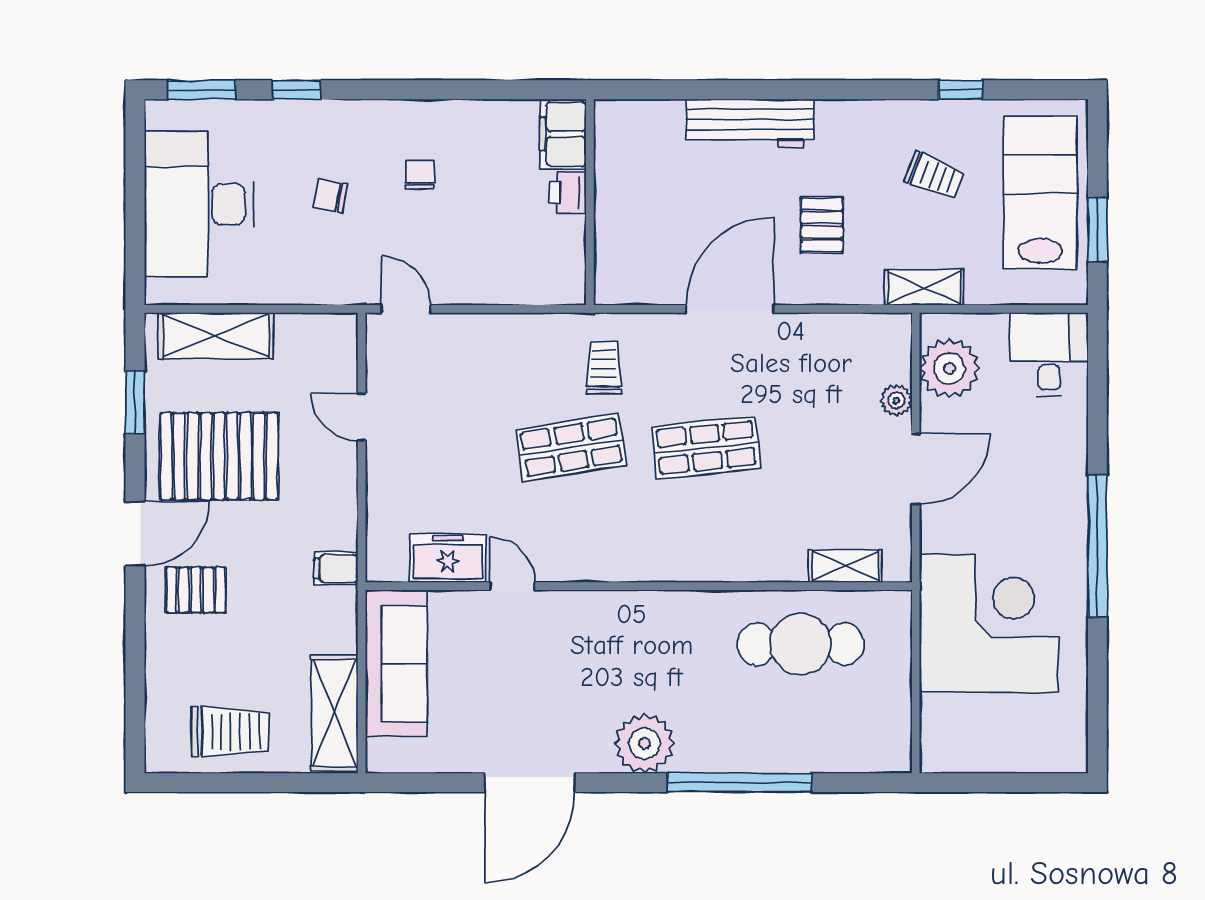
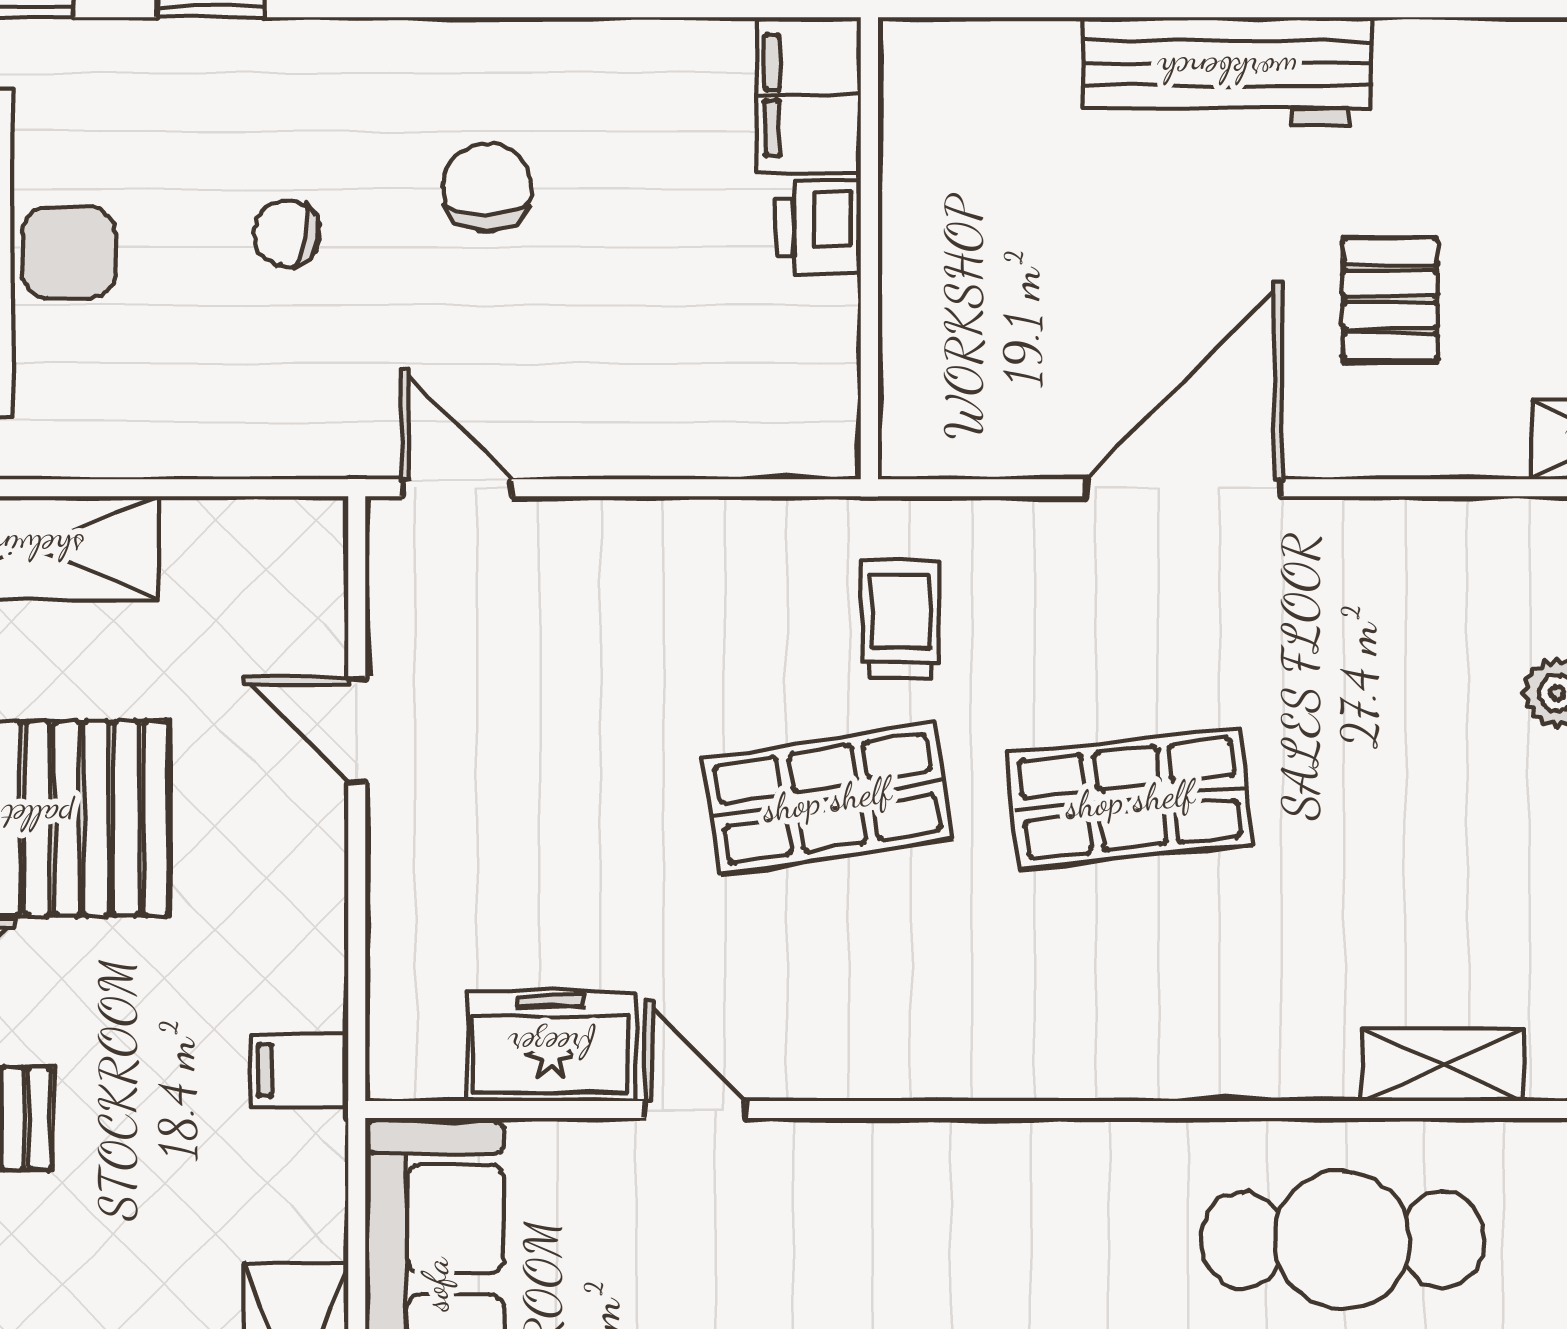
chair: (420, 175) -> (487, 187), width x1.37, depth x1.37

